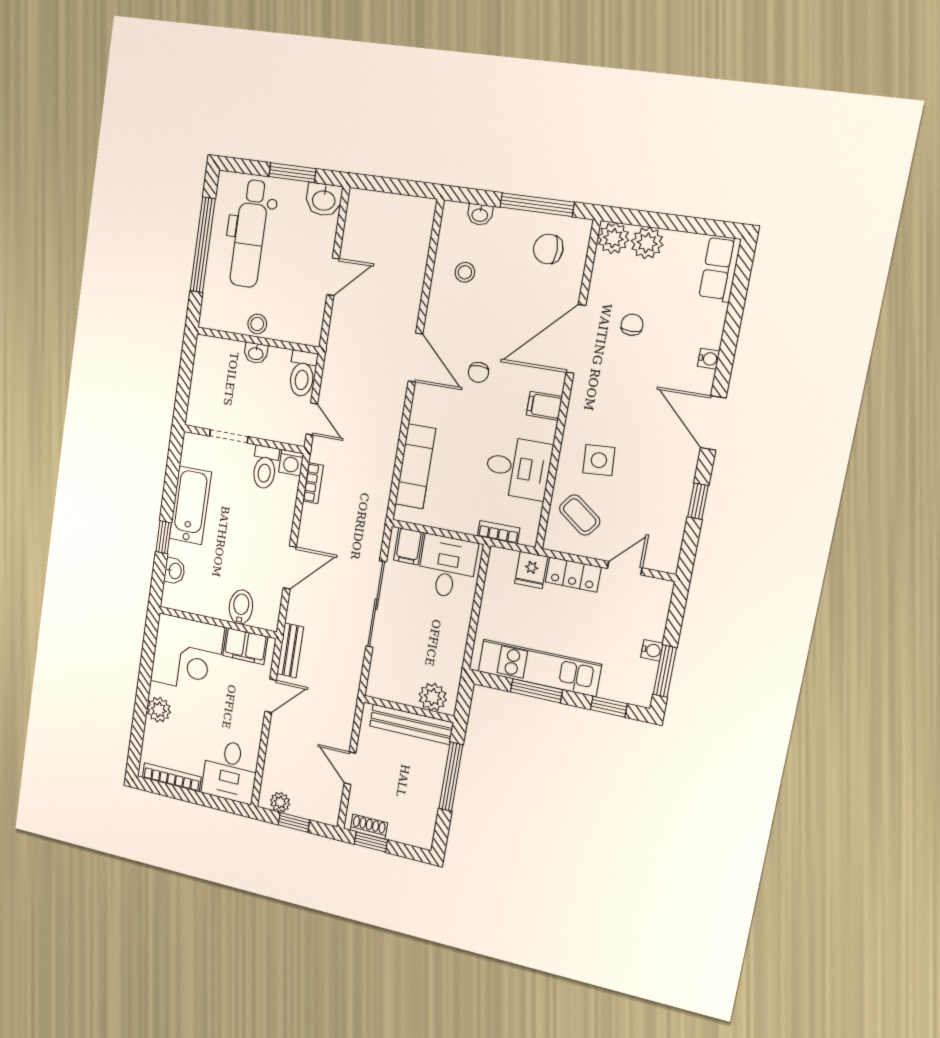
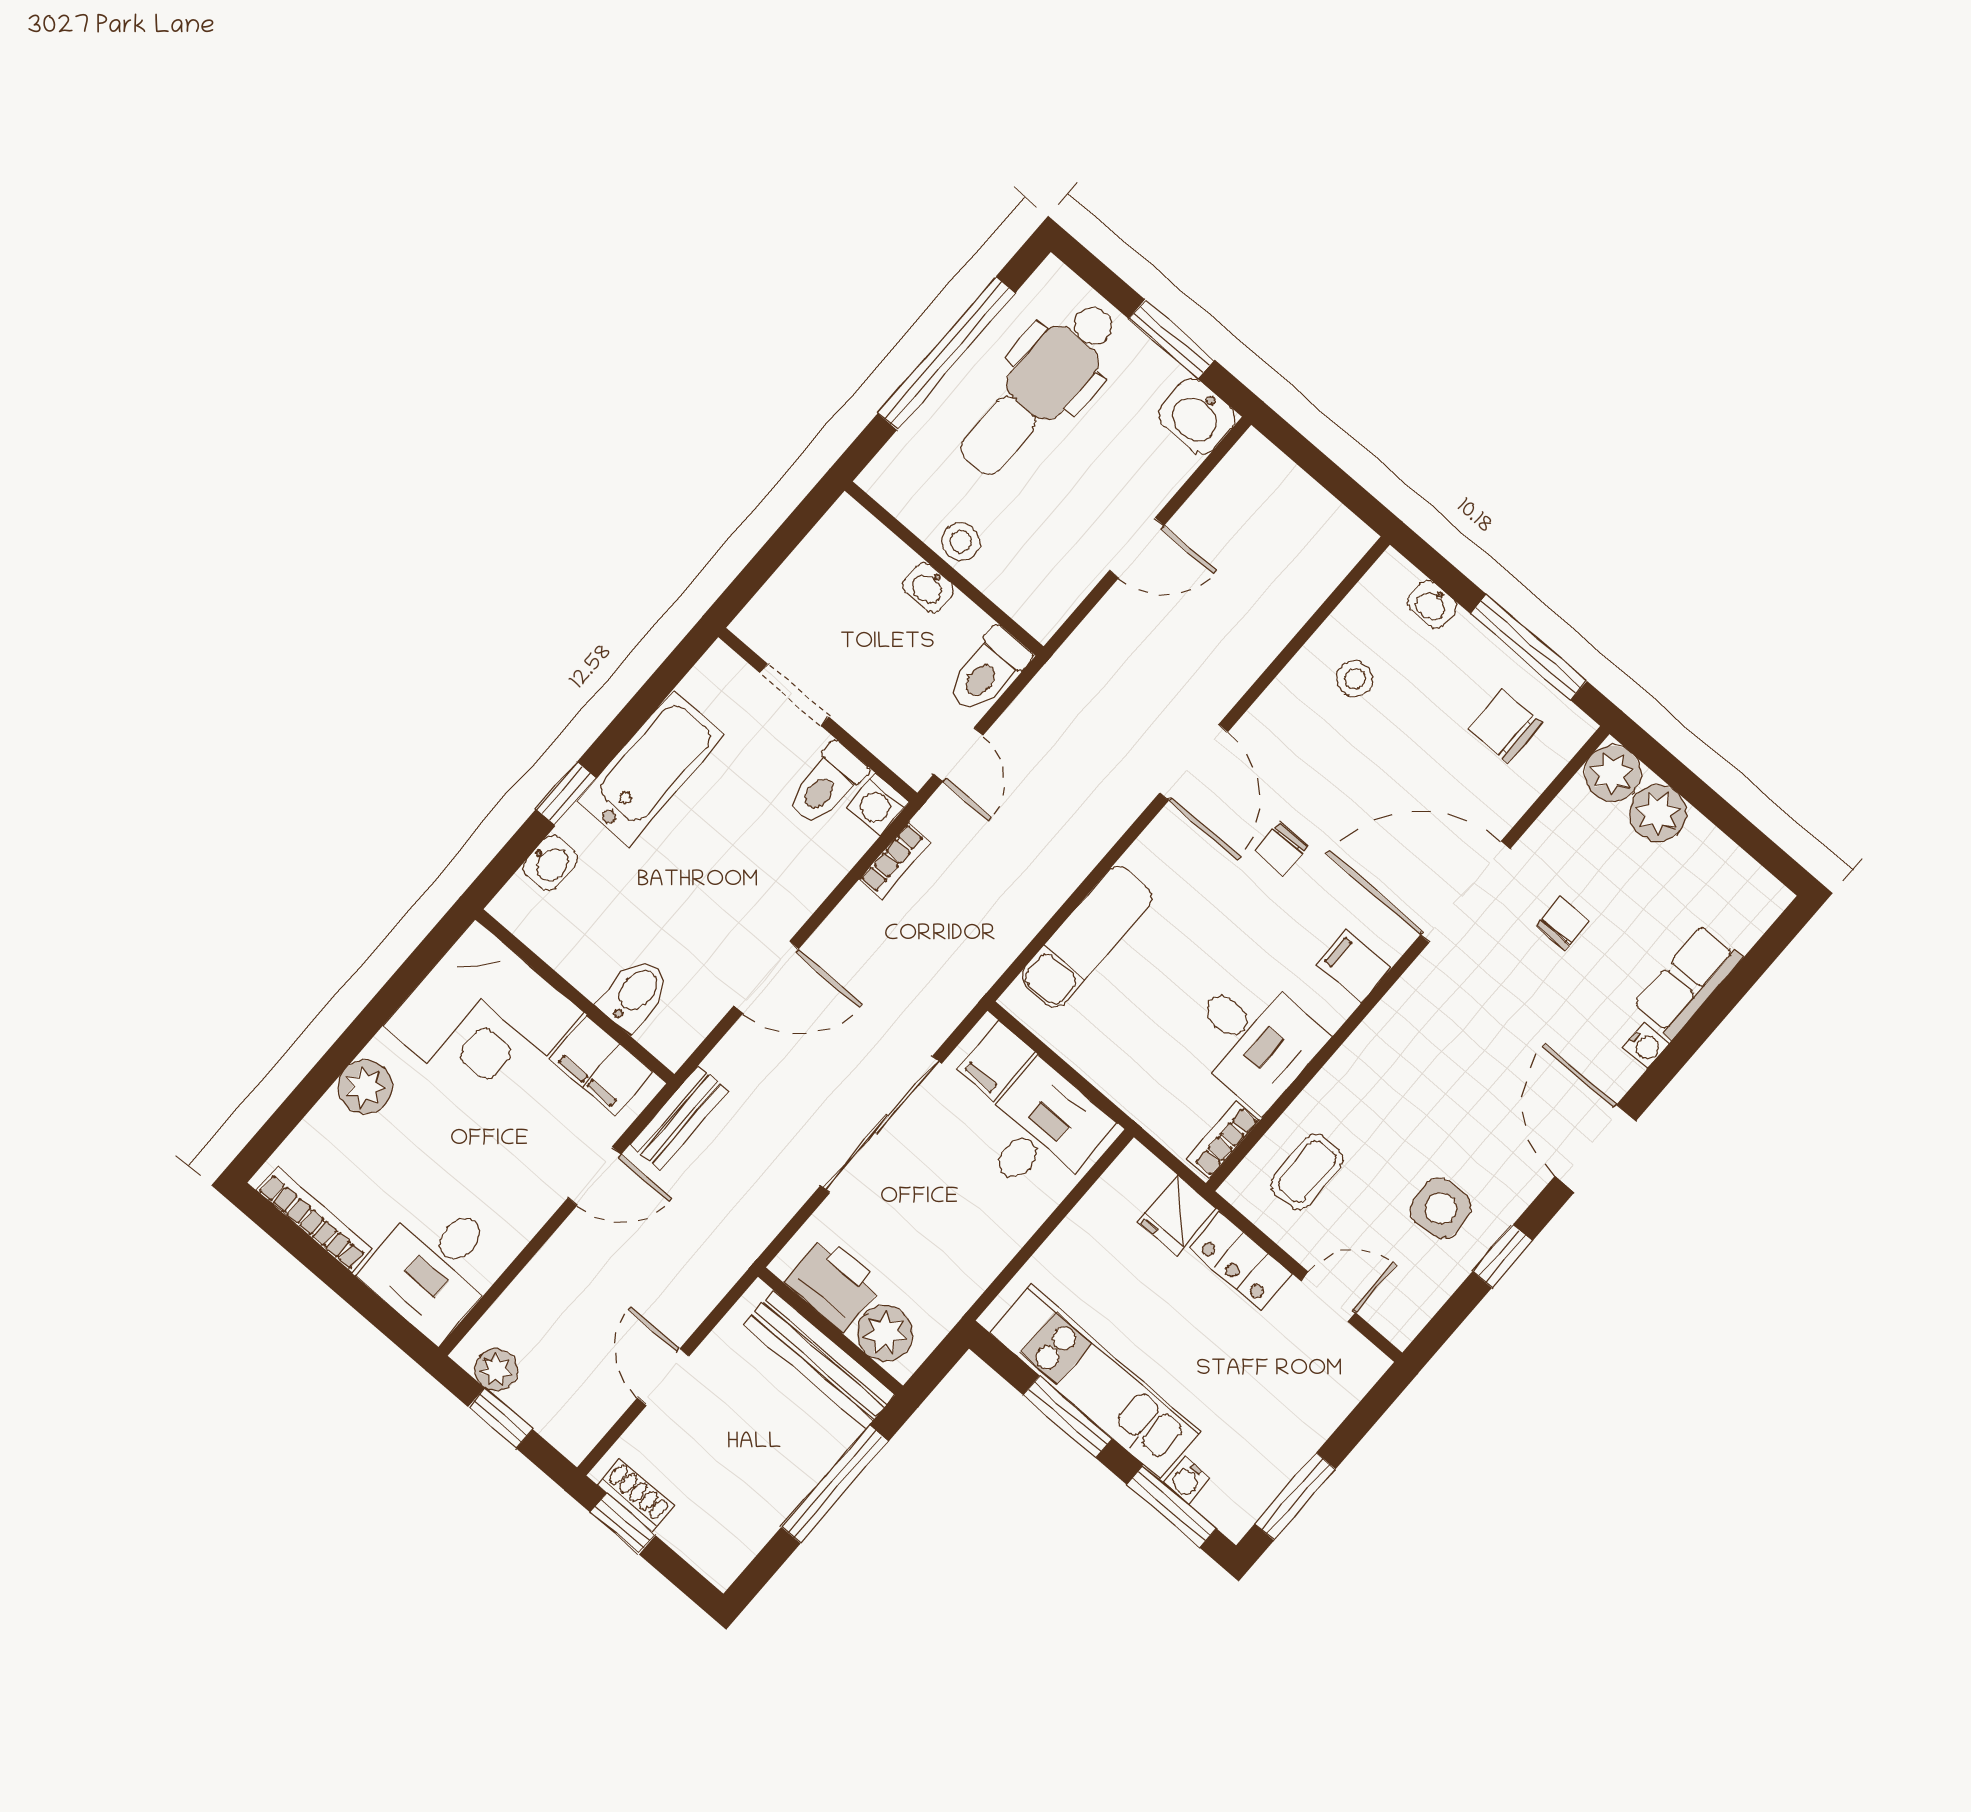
row of seats: (720, 269) -> (1687, 982), moved
side table: (599, 460) -> (1441, 1208), moved
coffee table: (580, 515) -> (1307, 1172), turned 52
bookcase: (499, 532) -> (1223, 1139), moved, turned -90
water cooler: (652, 650) -> (1187, 1480), moved, turned 90
printer: (398, 687) -> (834, 1283), added
window: (609, 707) -> (1171, 1506), width x1.50

